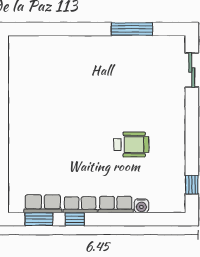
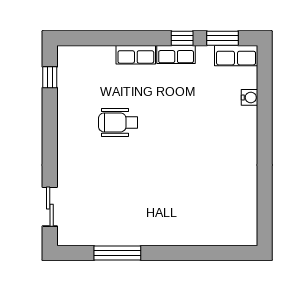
row of seats: (43, 204) -> (236, 56), moved
water cooler: (141, 206) -> (249, 97), moved, turned 90

